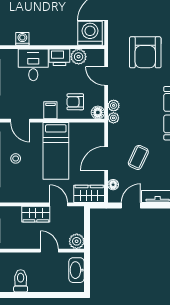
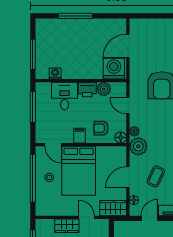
plant: (113, 118) -> (138, 146), width x1.88, depth x1.88
bed: (56, 151) -> (79, 171), width x1.50

